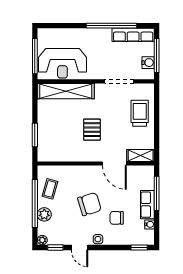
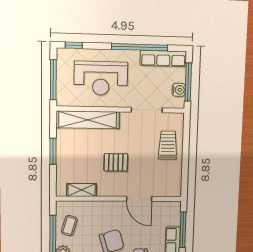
window: (53, 26) -> (74, 45), added
reception desk: (62, 63) -> (101, 78), moved
pallet: (92, 130) -> (116, 162), turned 90
window: (35, 135) -> (53, 151), moved
shelving: (141, 155) -> (82, 190), moved

